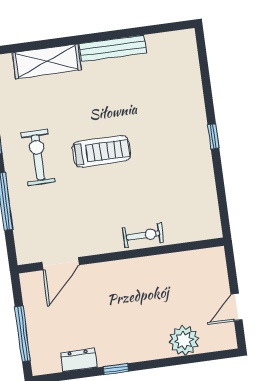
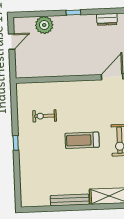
exercise bike: (143, 235) -> (45, 116), moved
window: (116, 369) -> (73, 12), moved

